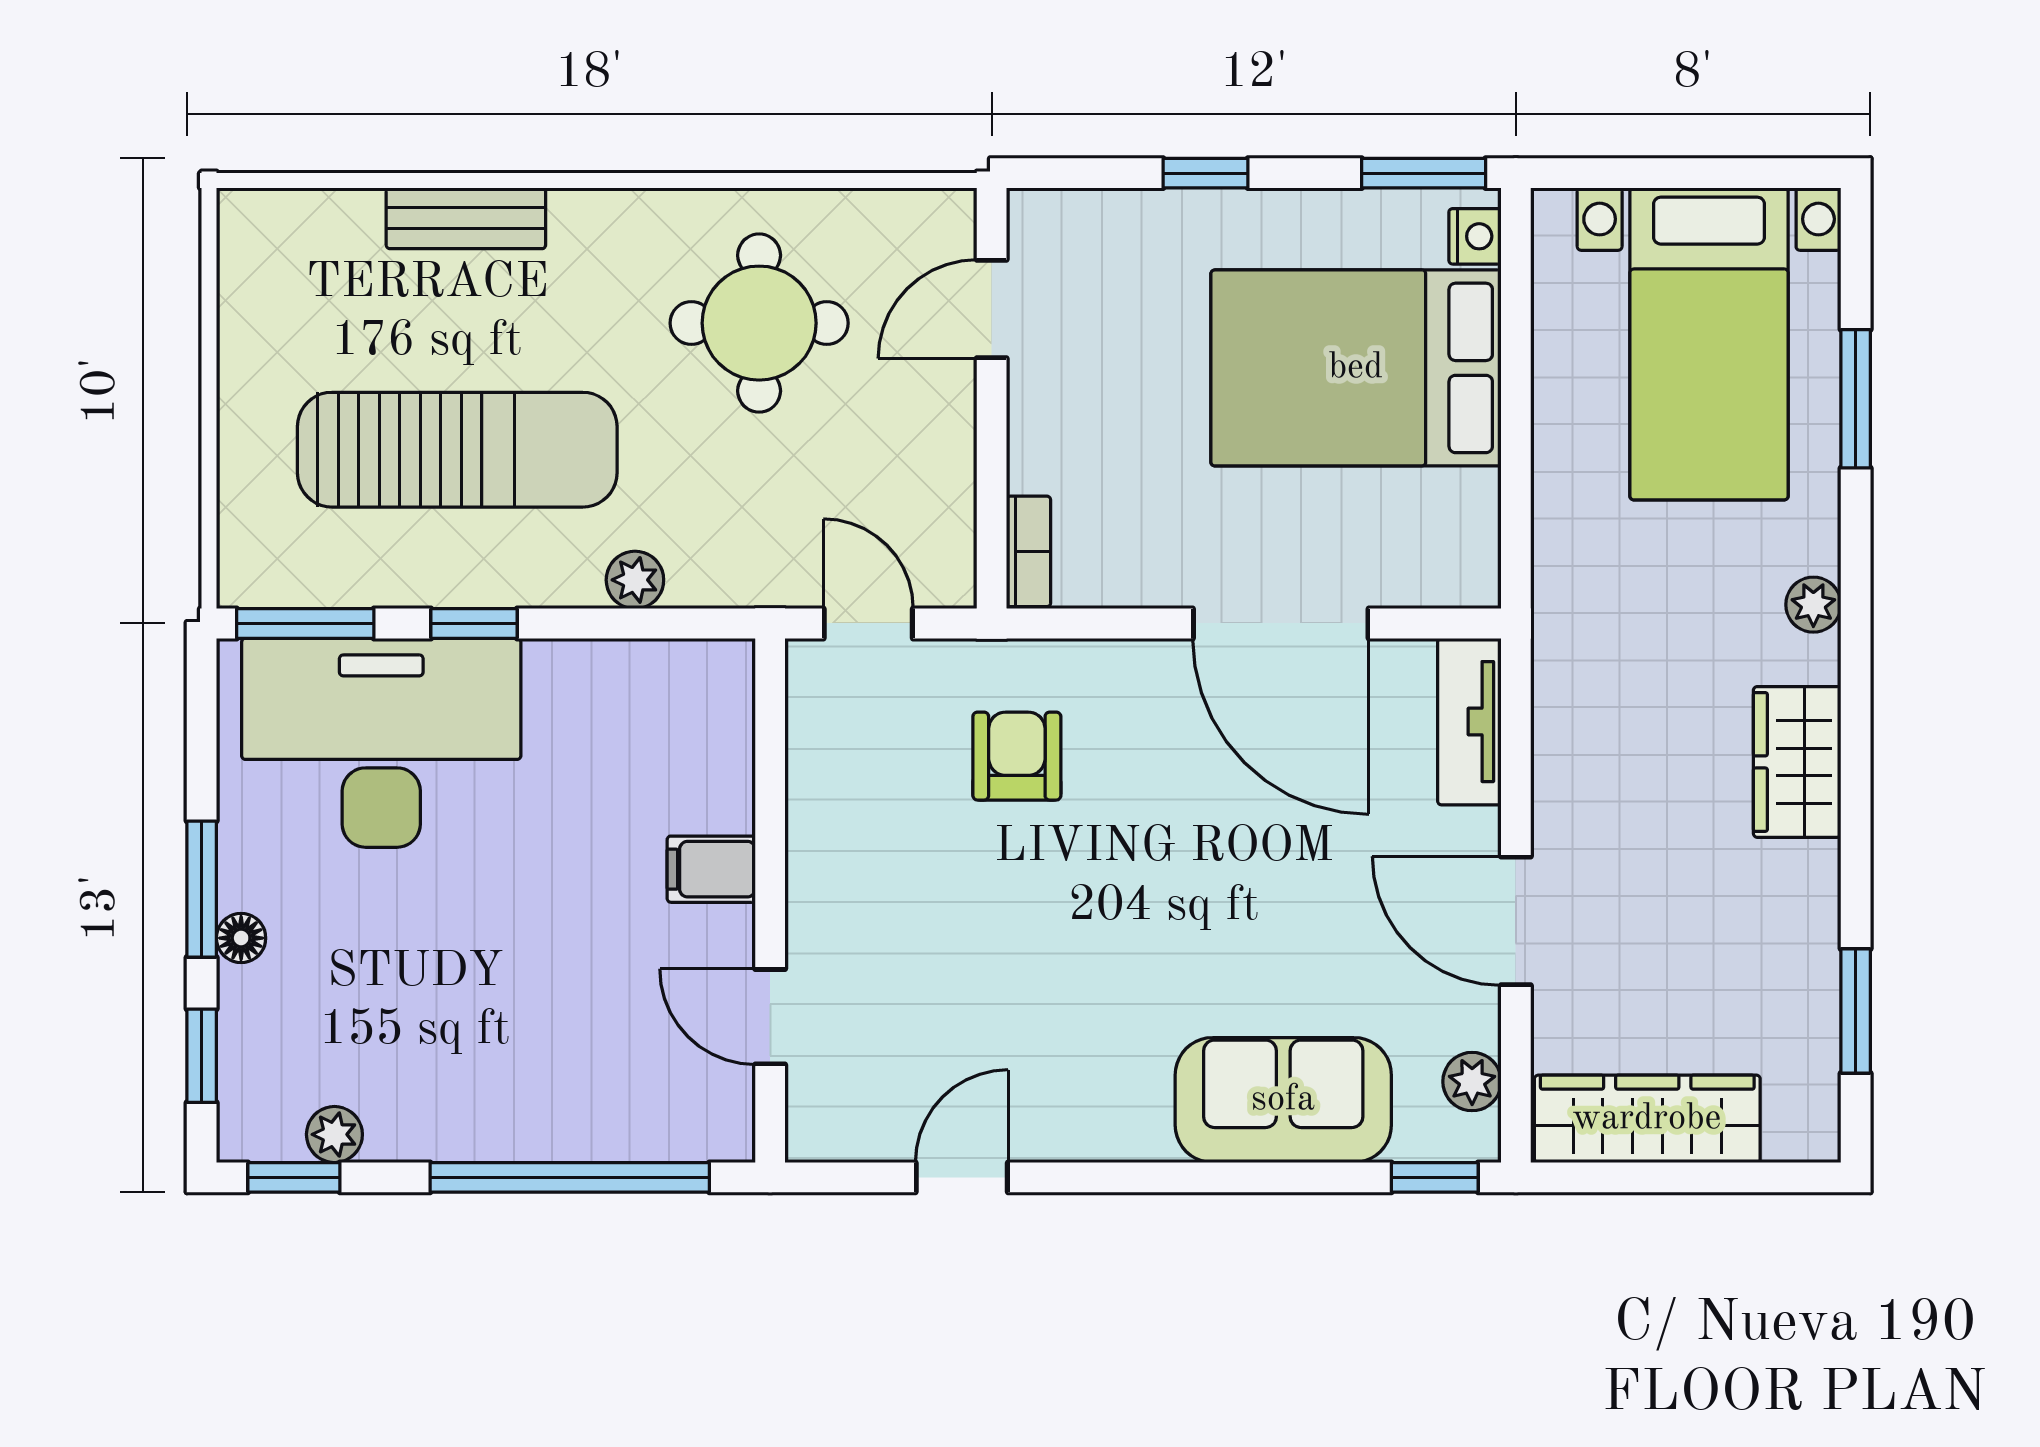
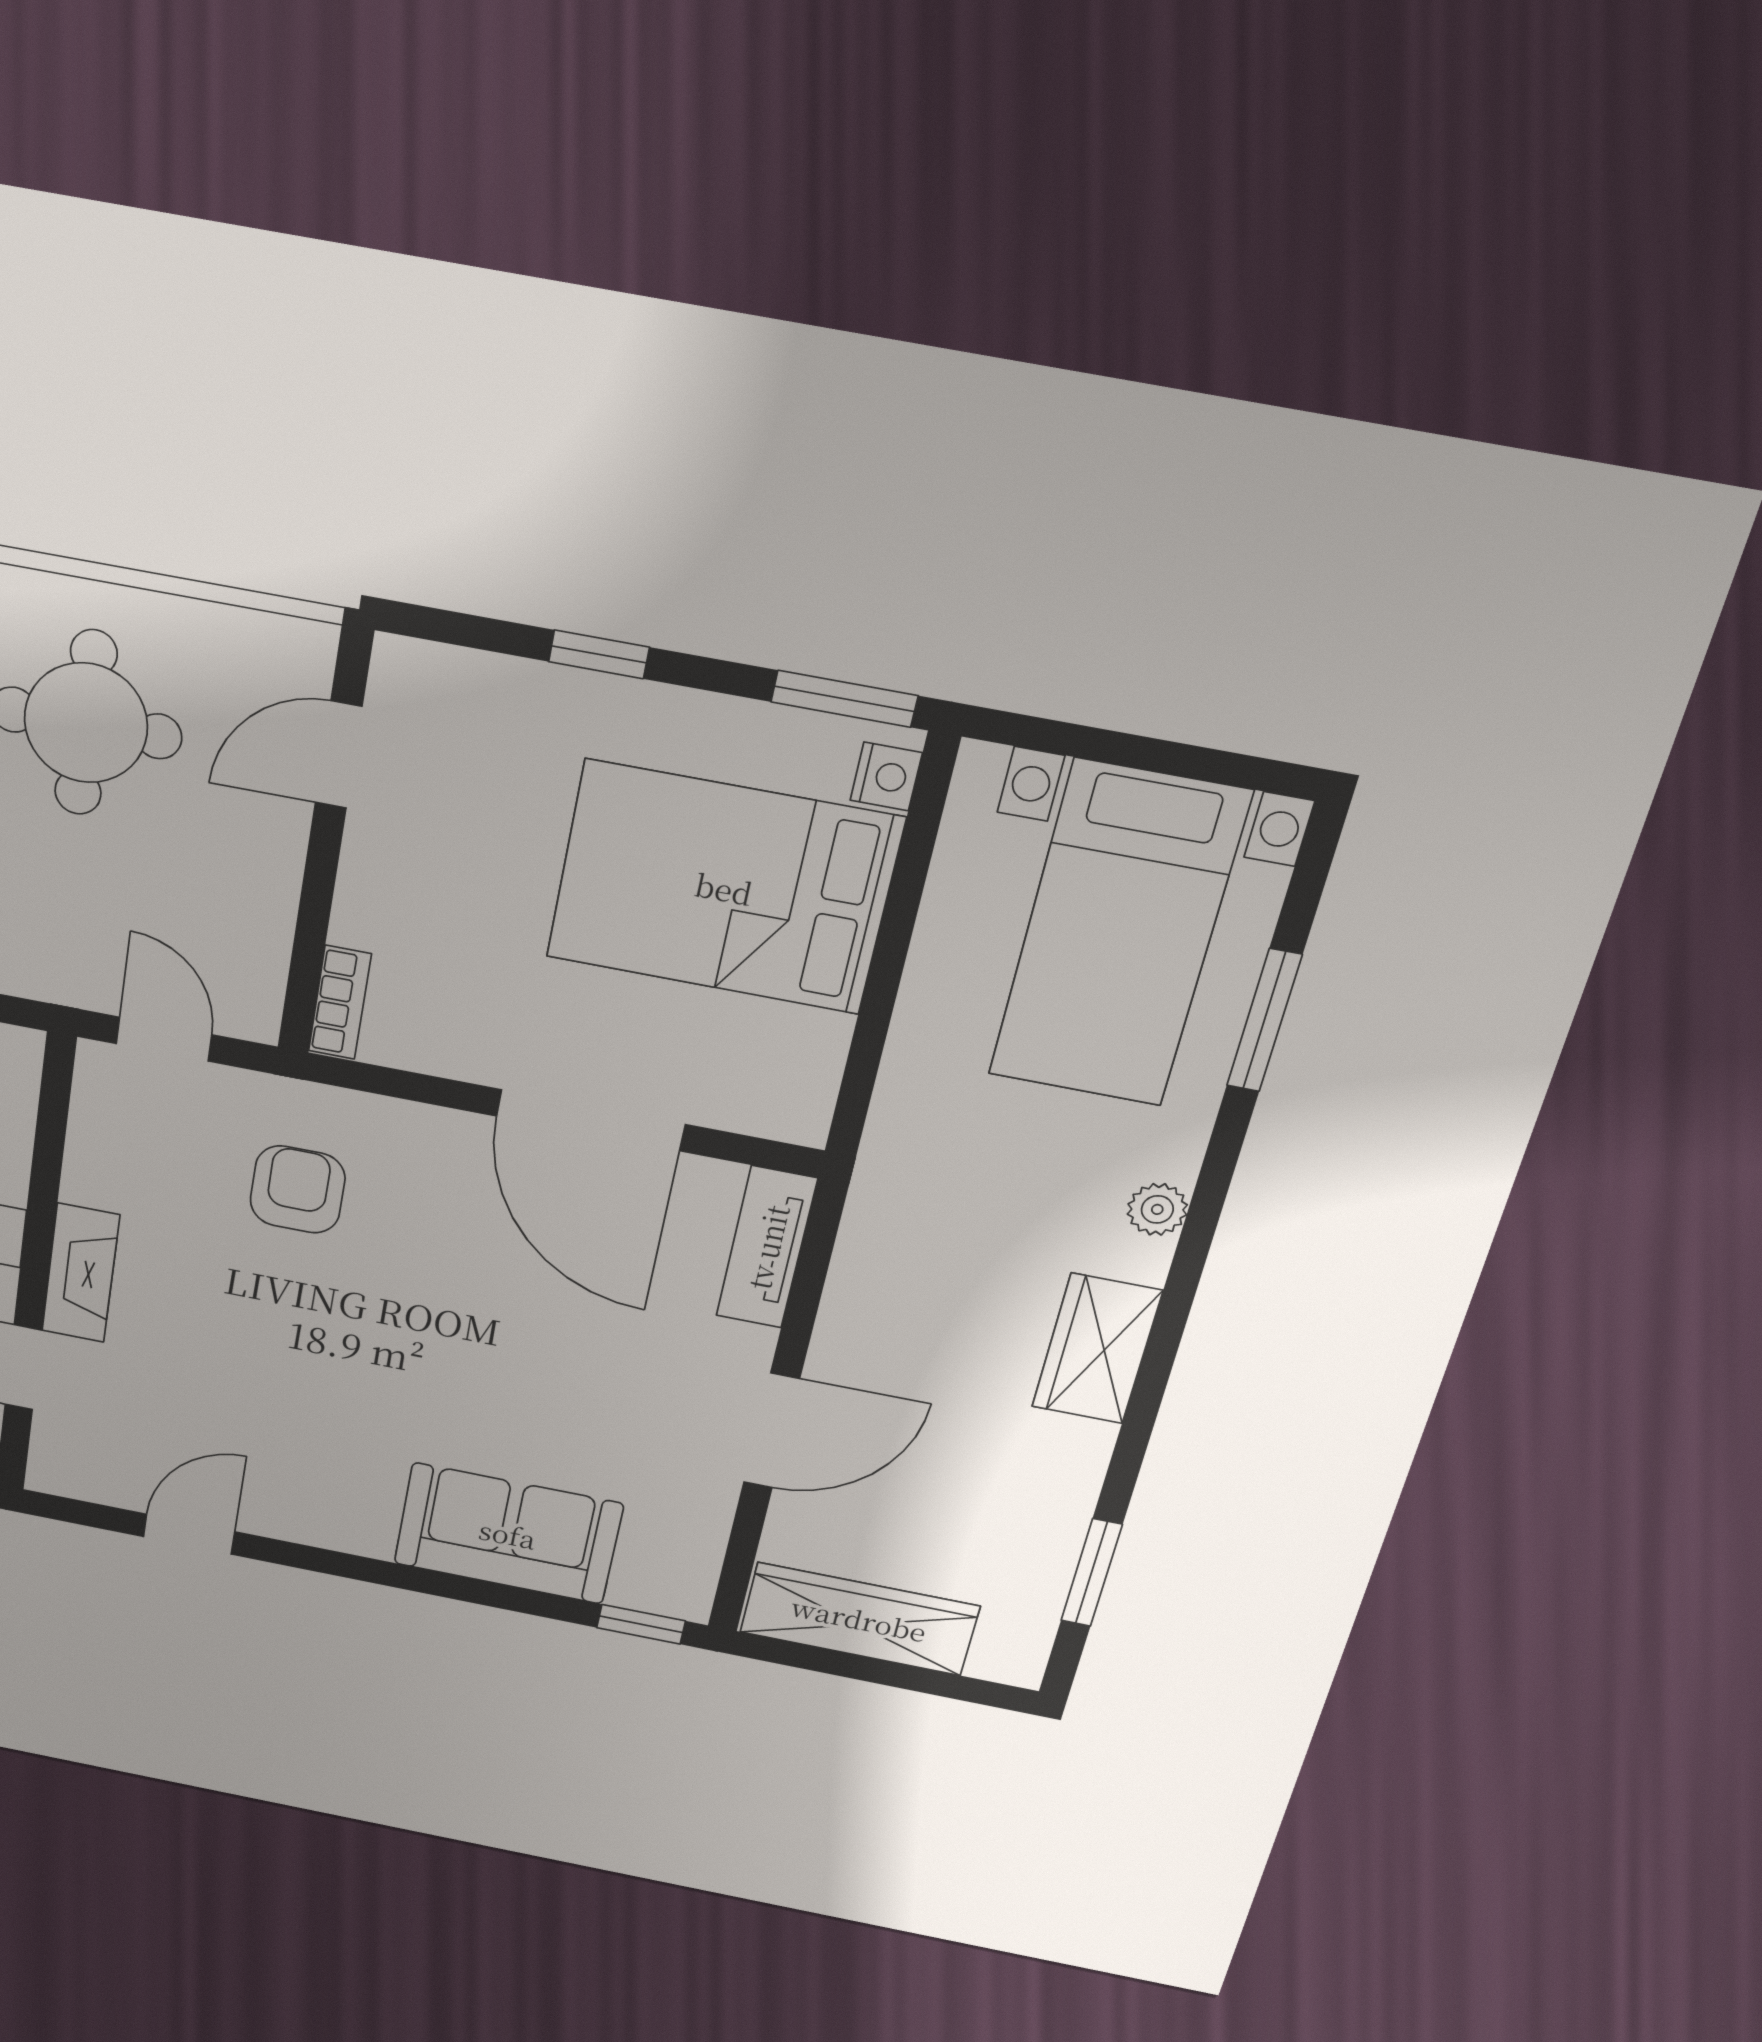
fireplace: (817, 895) -> (81, 1273), added
door: (1516, 921) -> (771, 1431), swing flipped
plant: (1472, 1082) -> (695, 1555), removed

